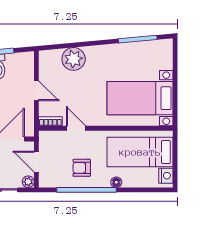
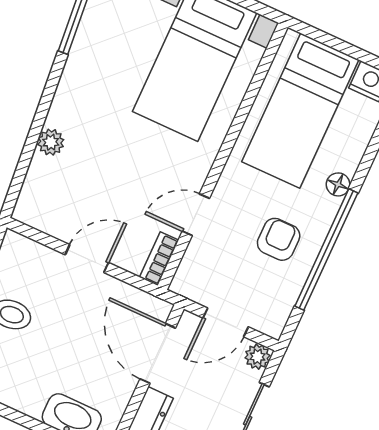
plant: (74, 59) -> (51, 142), width x0.53, depth x0.53
armchair: (82, 168) -> (279, 239), turned 180

